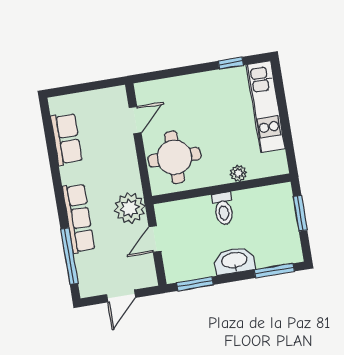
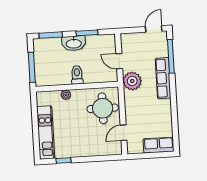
row of seats: (66, 139) -> (159, 145), moved, turned 90
window: (300, 213) -> (32, 67), width x1.44
door: (155, 239) -> (119, 61), swing flipped
window: (195, 284) -> (87, 33), moved
door: (121, 296) -> (154, 29), moved

